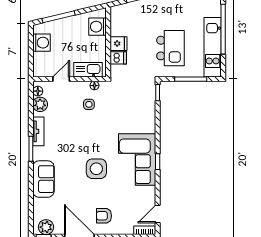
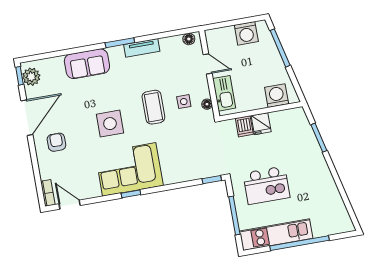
plant: (40, 104) -> (174, 44), removed
coffee table: (89, 130) -> (153, 107), added

